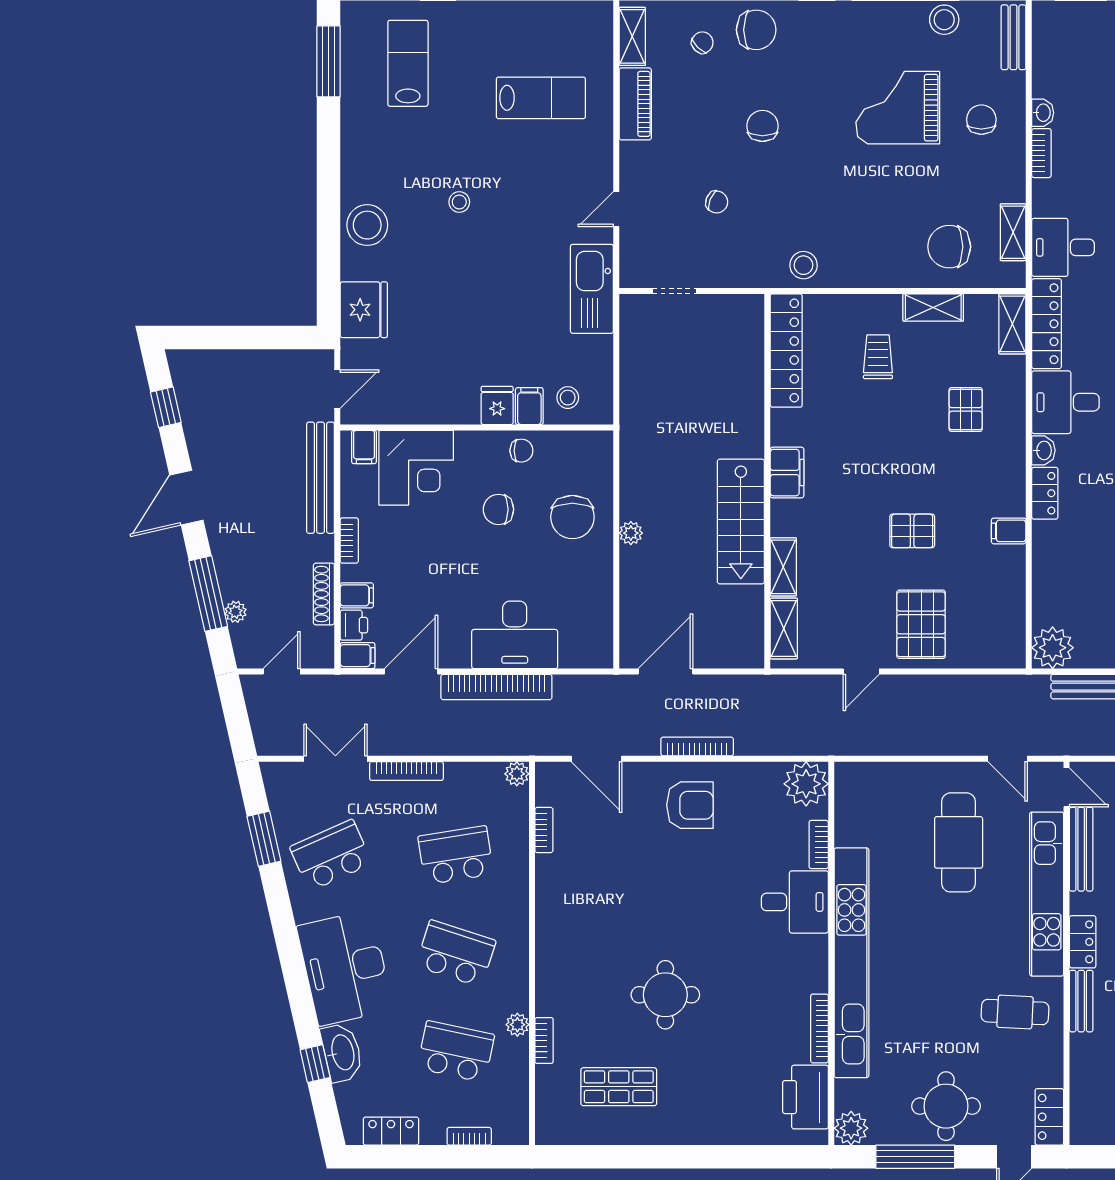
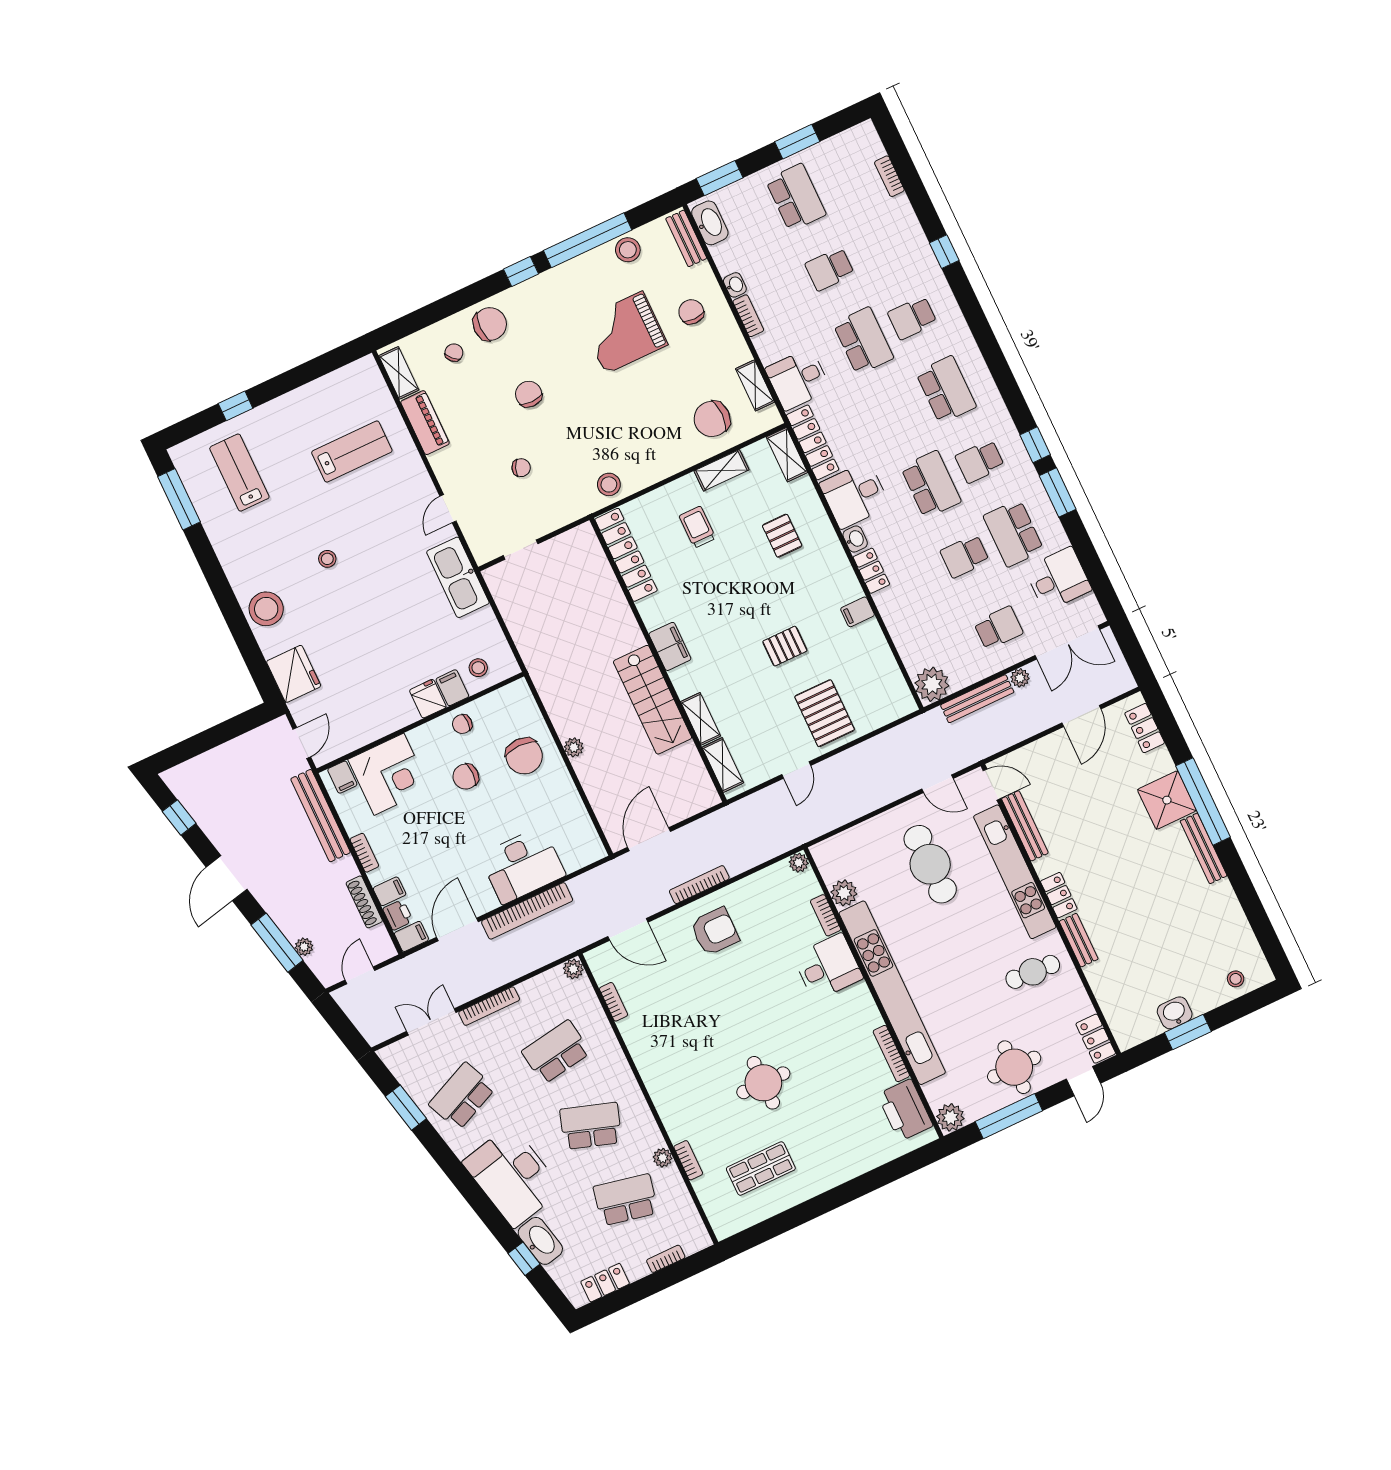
washbasin: (1047, 32) -> (710, 223), added
chair: (521, 451) -> (462, 724), turned 180
plant: (806, 784) -> (799, 863), width x0.53, depth x0.53
plant: (850, 830) -> (844, 893), added

